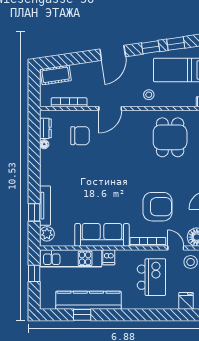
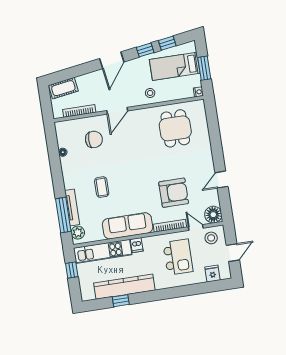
dresser: (45, 128) -> (62, 138), removed
coffee table: (81, 189) -> (102, 187), added
window: (34, 212) -> (63, 215), width x2.17

